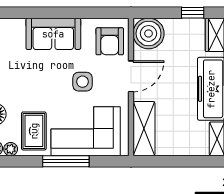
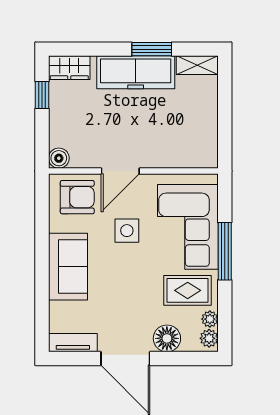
boiler: (149, 33) -> (59, 158), width x0.54, depth x0.54
door: (131, 76) -> (120, 171), swing flipped
shelving: (144, 129) -> (185, 155), removed

